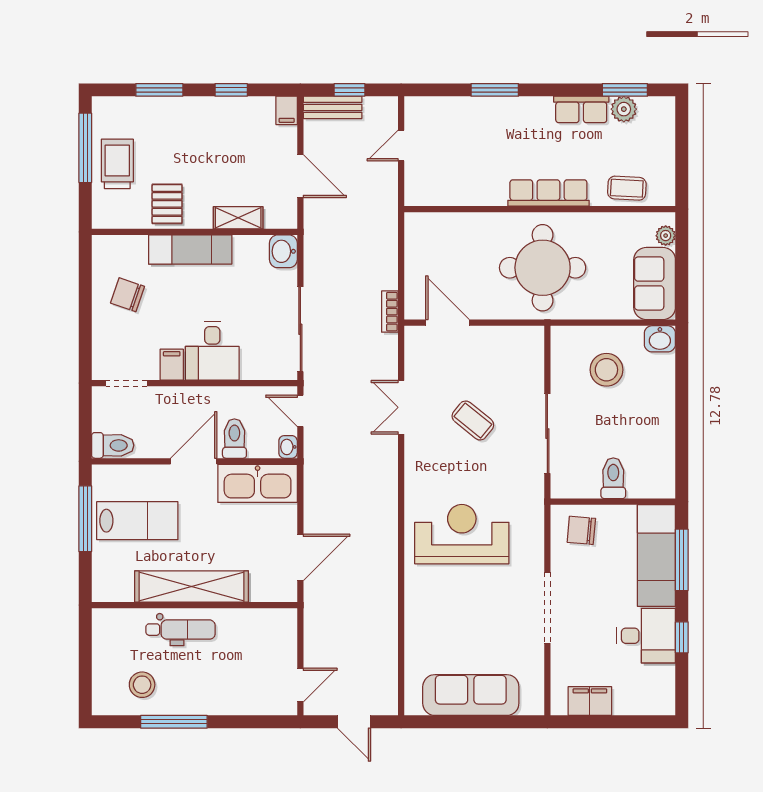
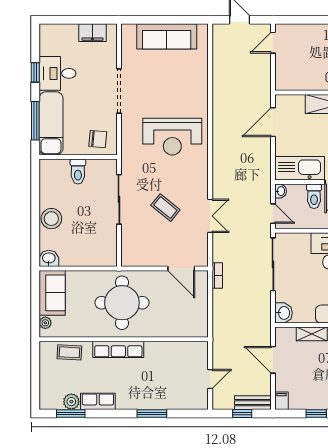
stool: (606, 370) -> (51, 219), moved

